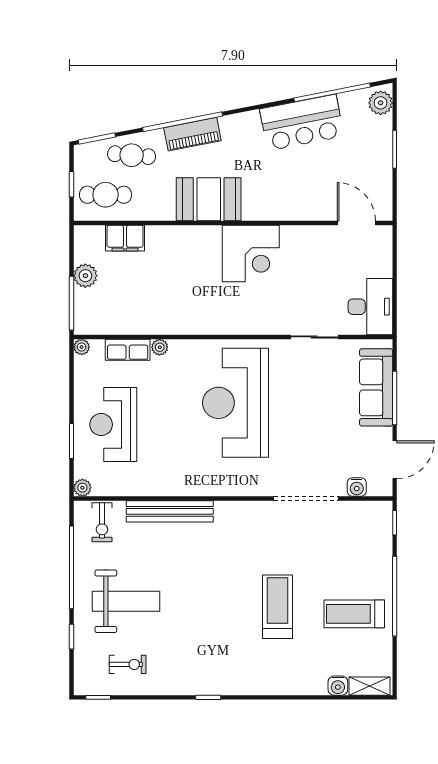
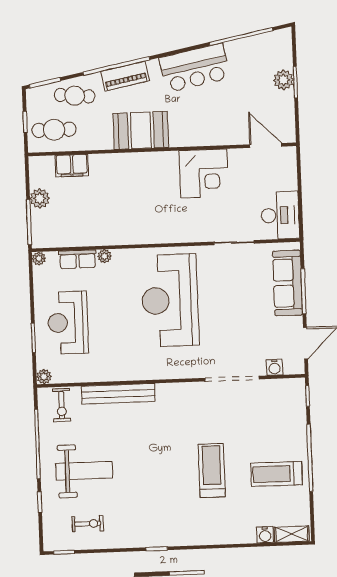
plant: (381, 103) -> (283, 80), moved
bar counter: (302, 122) -> (195, 68), moved
corner desk: (251, 253) -> (204, 173), moved

